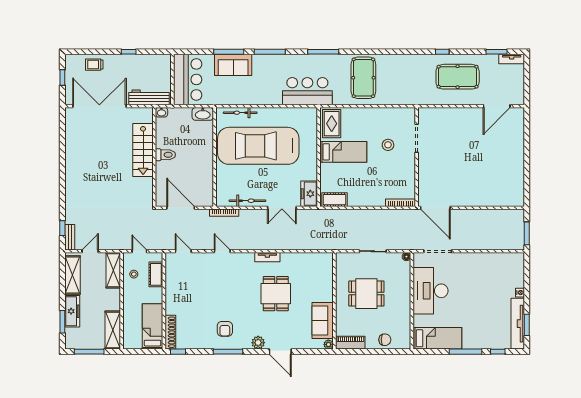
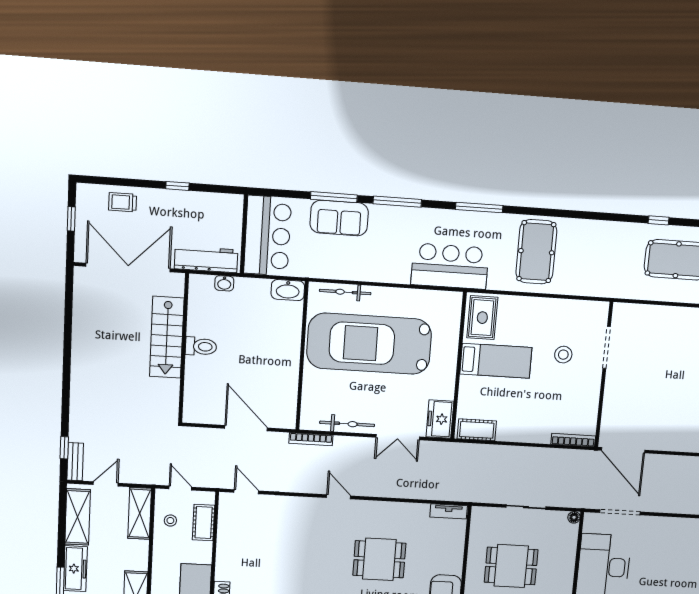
stairs: (143, 150) -> (167, 337), moved
toilet: (165, 155) -> (201, 347), moved
wall: (154, 157) -> (184, 349), moved
door: (222, 251) -> (339, 497), moved
tv unit: (267, 257) -> (449, 511), moved
dining table: (276, 294) -> (379, 559), turned 90

